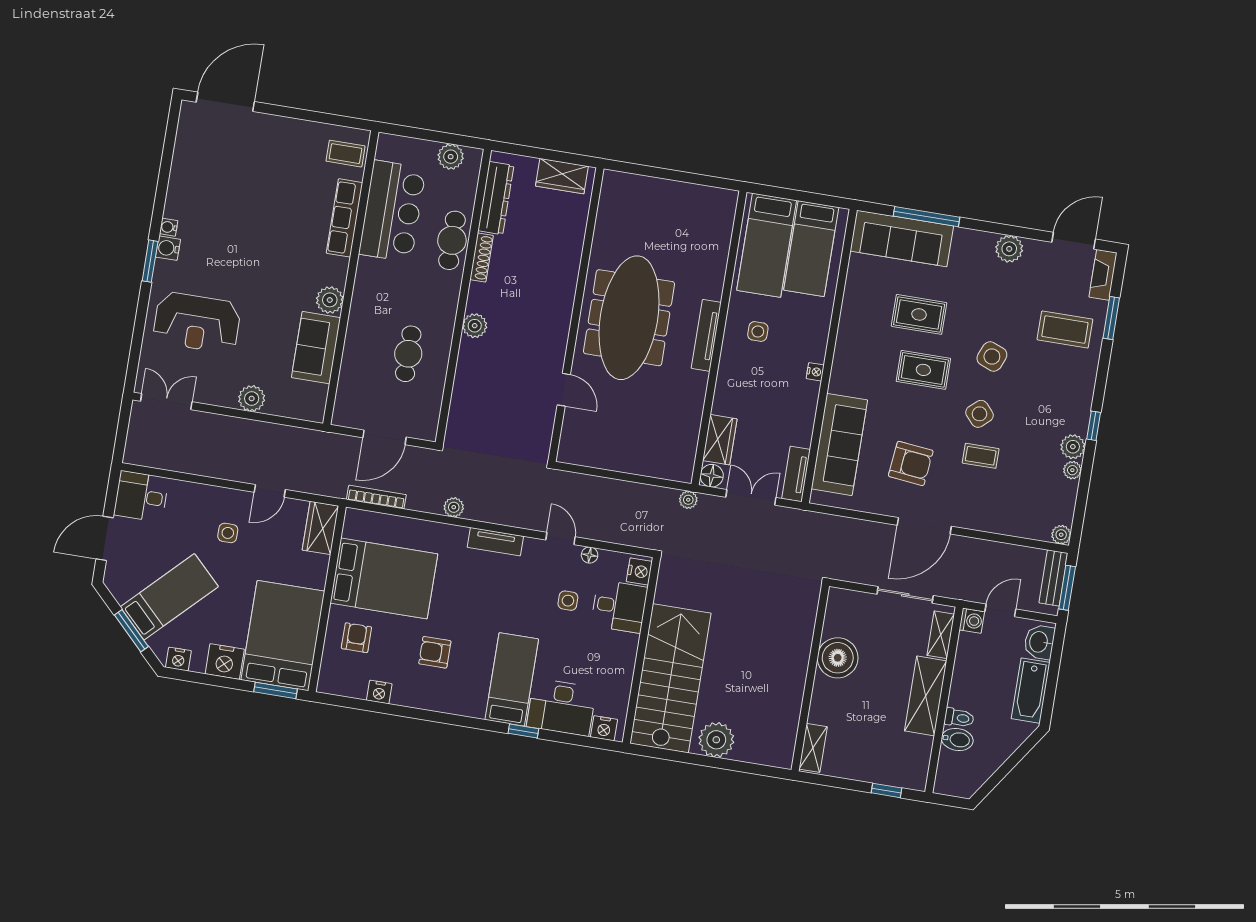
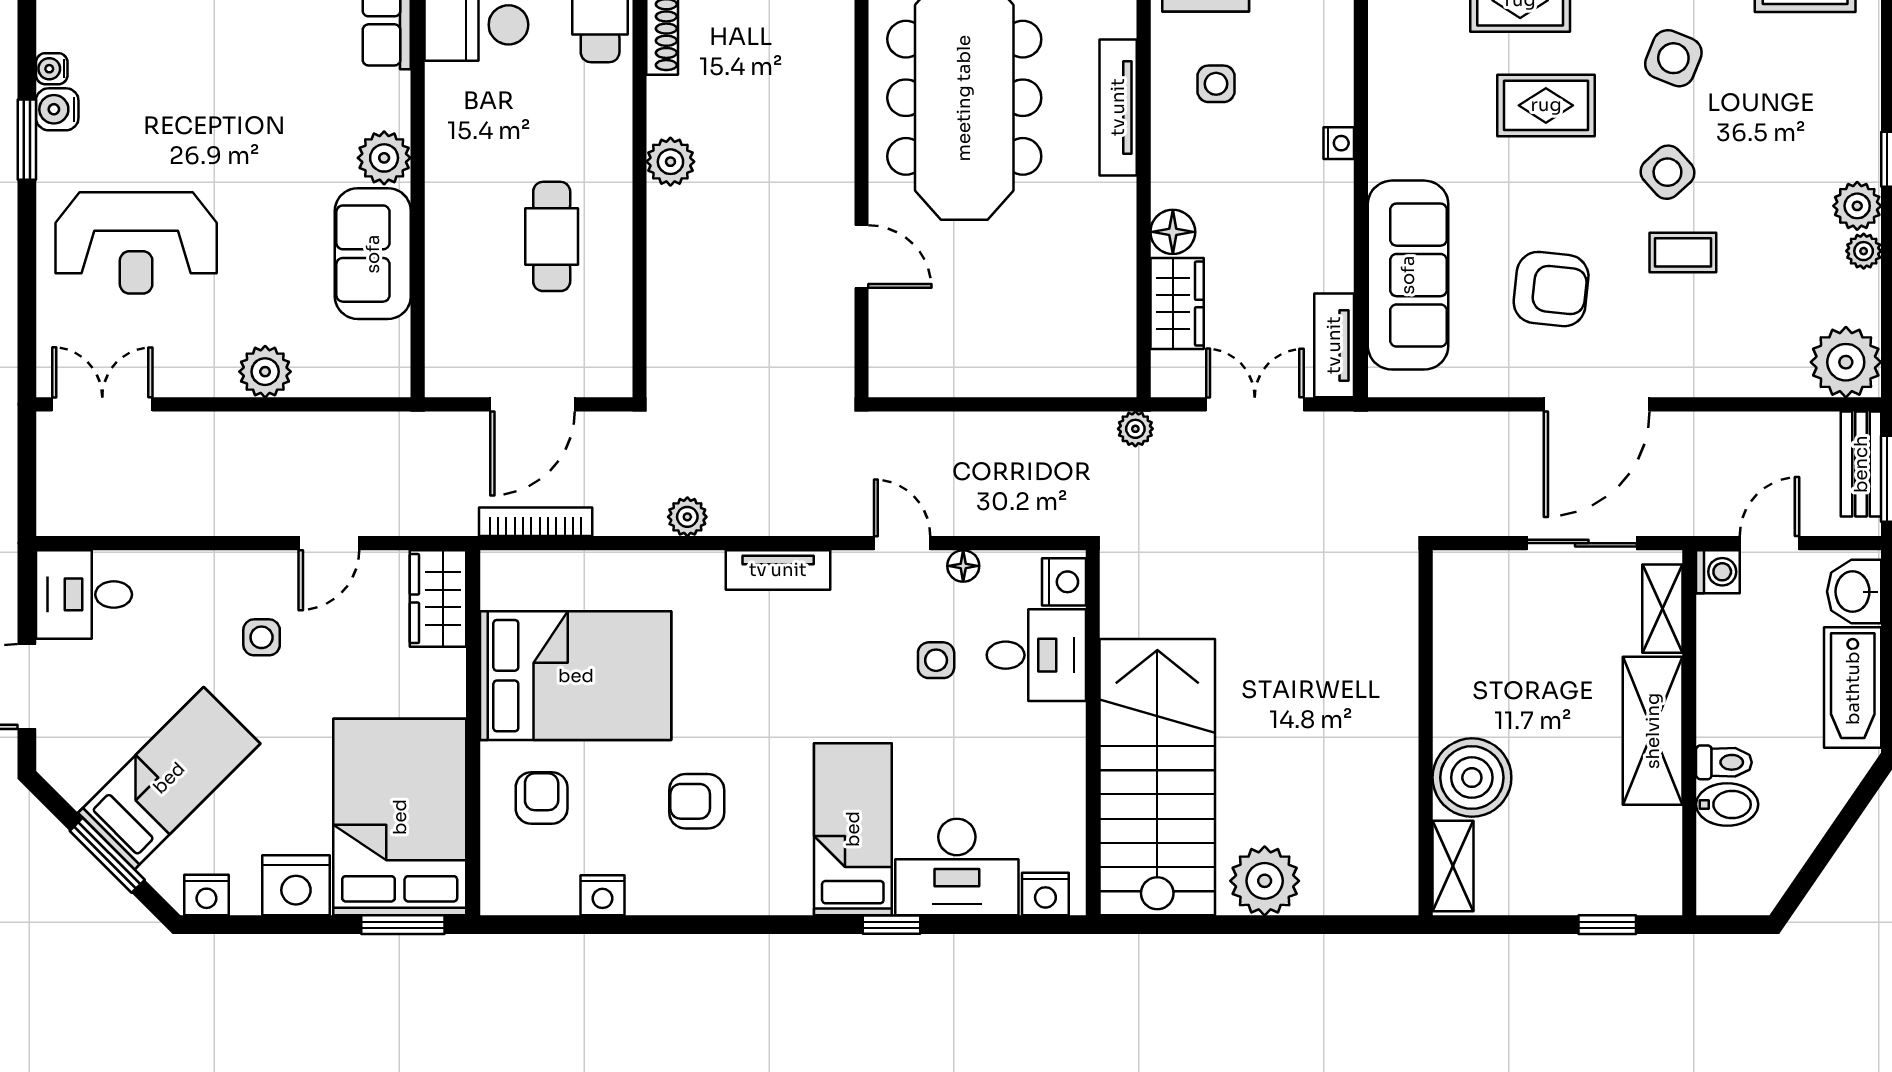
floor lamp: (712, 476) -> (1173, 232), moved
plant: (1061, 535) -> (1846, 362), width x1.88, depth x1.88
boiler: (838, 658) -> (1472, 778), moved

